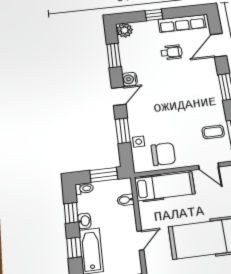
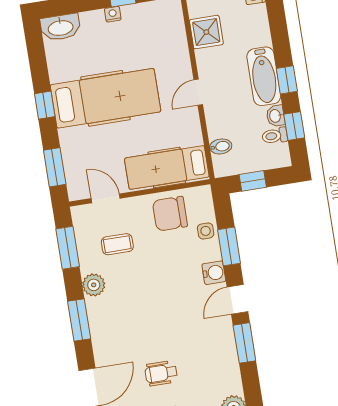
window: (114, 55) -> (244, 343), moved
water cooler: (130, 79) -> (214, 273), moved
plant: (217, 109) -> (94, 285), added
coffee table: (213, 132) -> (117, 244), moved
window: (104, 175) -> (253, 181), width x0.67
toilet: (84, 189) -> (275, 136), moved

